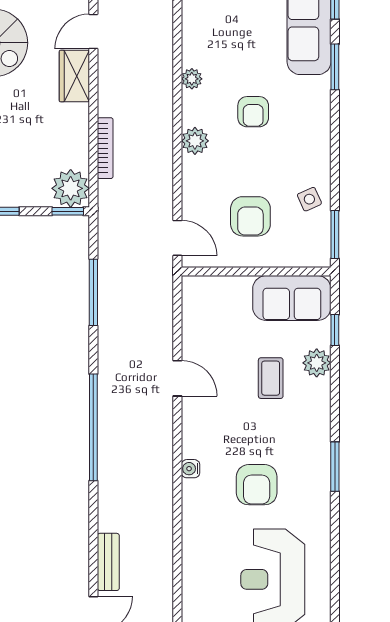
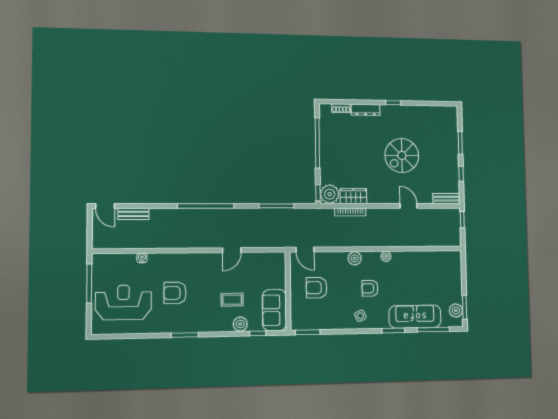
wardrobe: (74, 76) -> (353, 196), moved
side table: (309, 199) -> (360, 316), moved
door: (177, 238) -> (305, 250), hinge flipped
water cooler: (191, 469) -> (142, 258), moved

